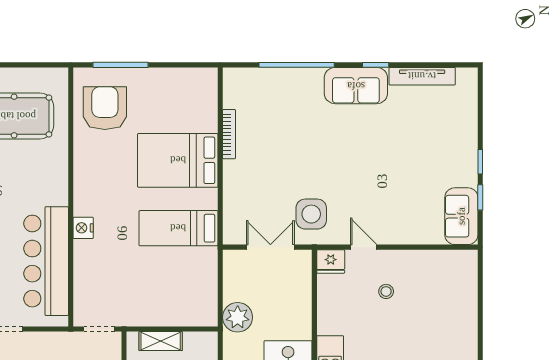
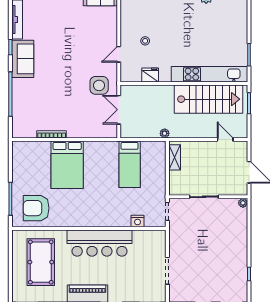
nightstand: (83, 228) -> (138, 221), moved
bed: (178, 228) -> (130, 164), moved
bar counter: (46, 261) -> (99, 243), moved
fridge: (331, 261) -> (150, 75), moved, turned -90
plant: (238, 317) -> (165, 133), width x0.53, depth x0.53
shelving: (161, 341) -> (175, 157), moved

